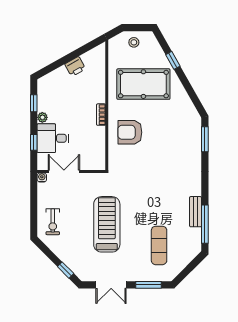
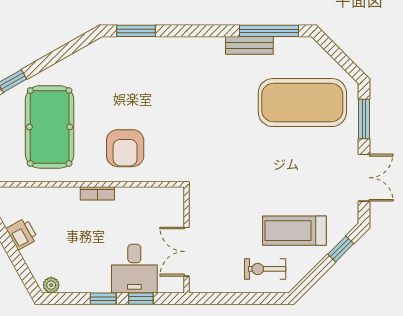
window: (34, 103) -> (103, 299), moved
plant: (42, 117) -> (51, 285), moved
water cooler: (42, 178) -> (196, 286), removed
exercise bike: (53, 222) -> (265, 269), turned 180
treadmill: (107, 224) -> (294, 231), moved, width x0.73, depth x0.73
exercise mat: (159, 245) -> (302, 103), width x2.00, depth x1.45

